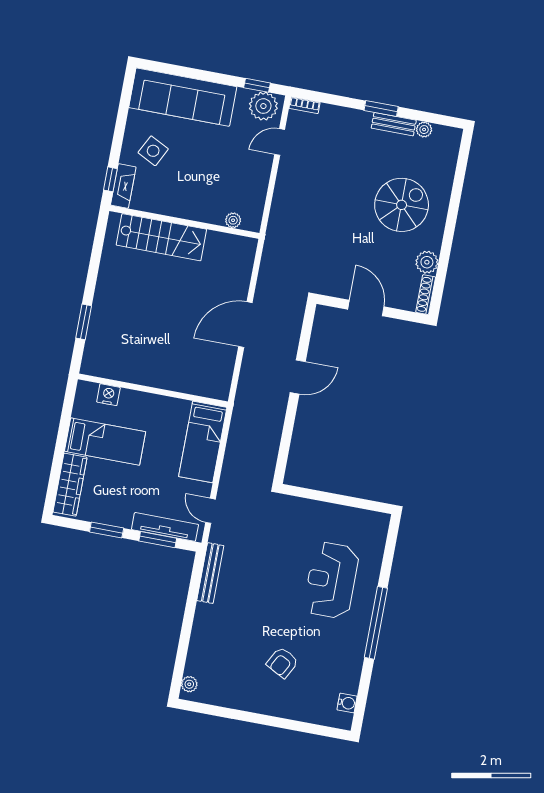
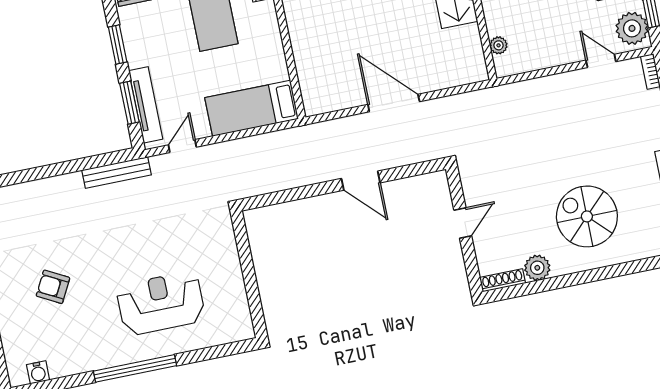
spiral stairs: (402, 205) -> (587, 216), turned 180
door: (366, 308) -> (463, 223), width x0.73

